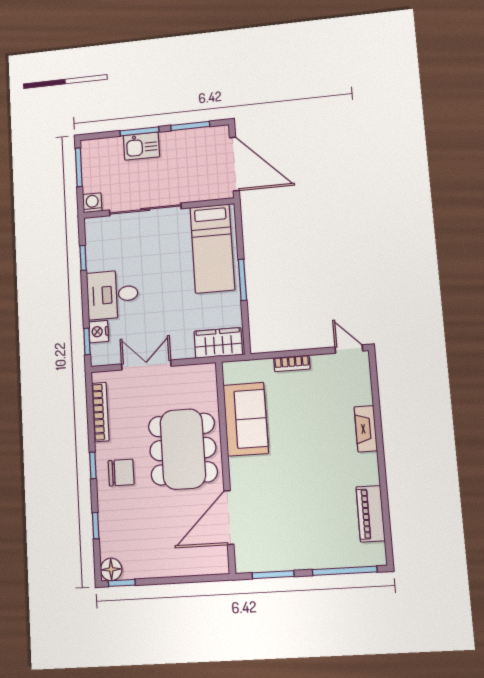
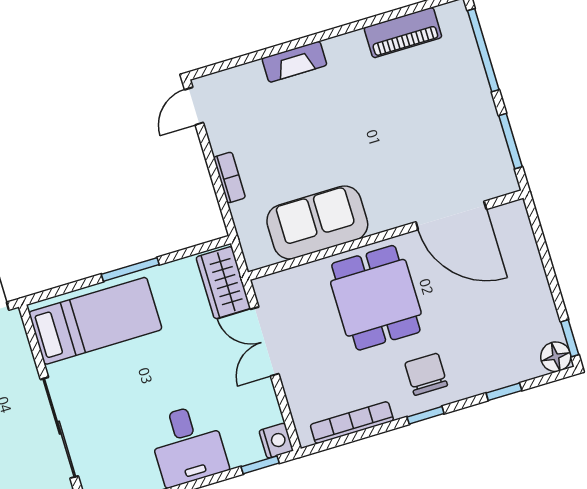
nightstand: (99, 332) -> (276, 441), moved, turned -90
double door: (146, 365) -> (265, 342), moved
dining table: (183, 449) -> (376, 298), width x0.73

